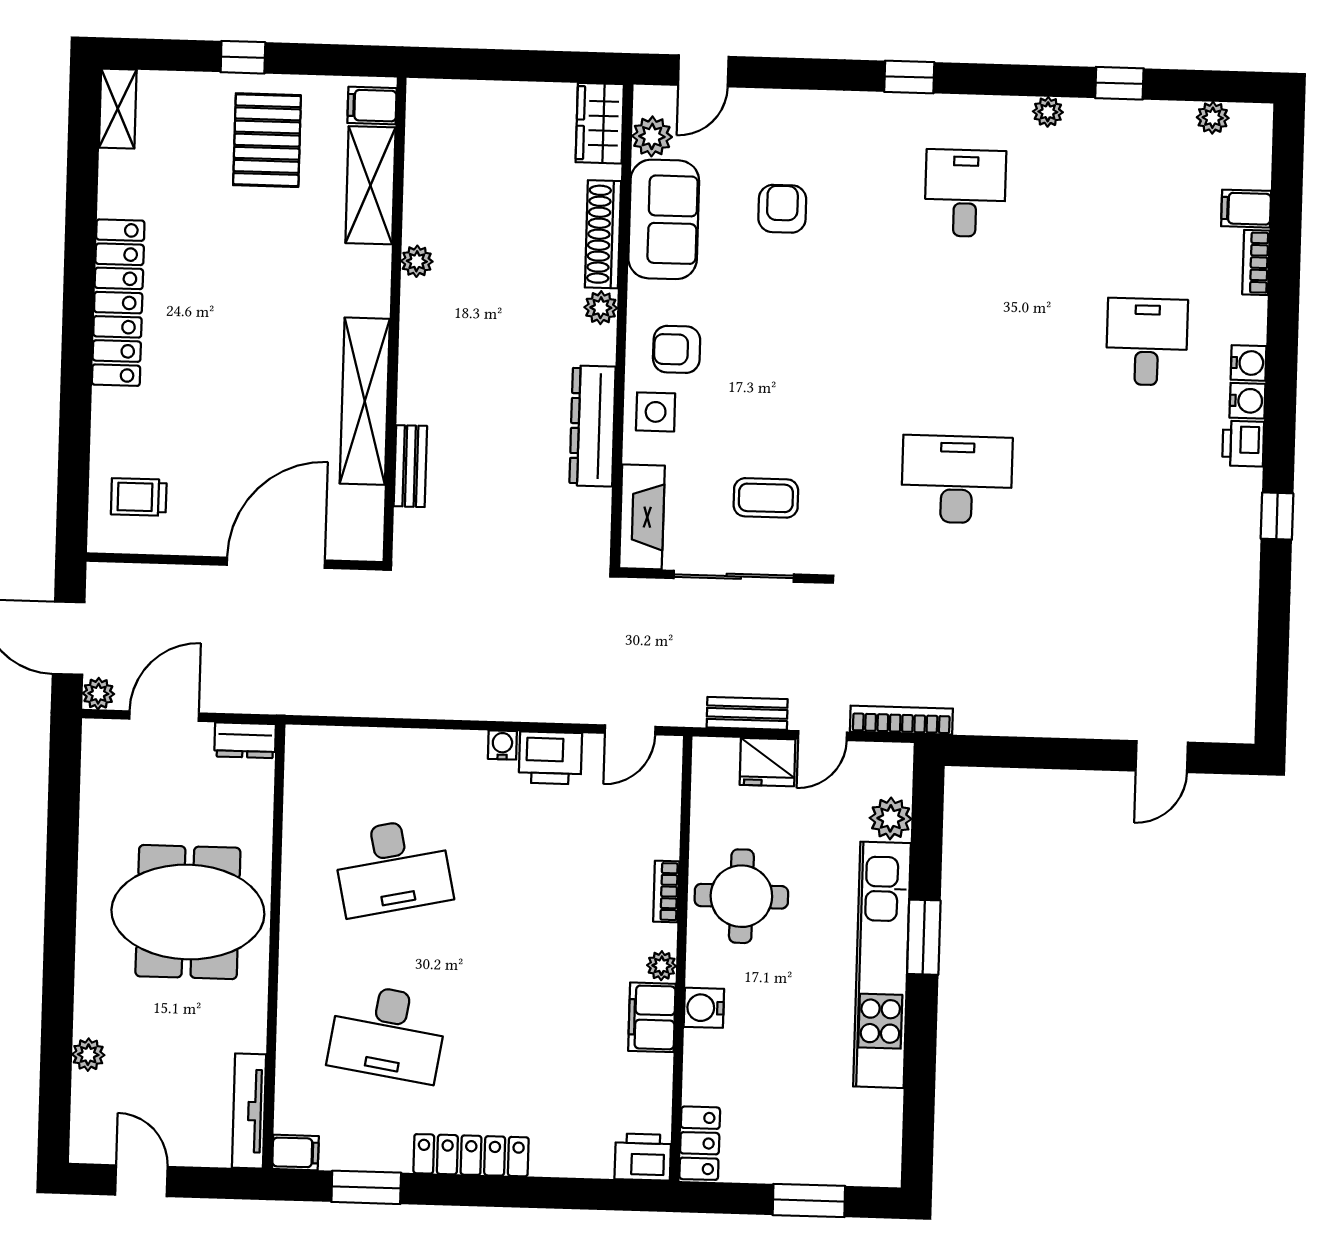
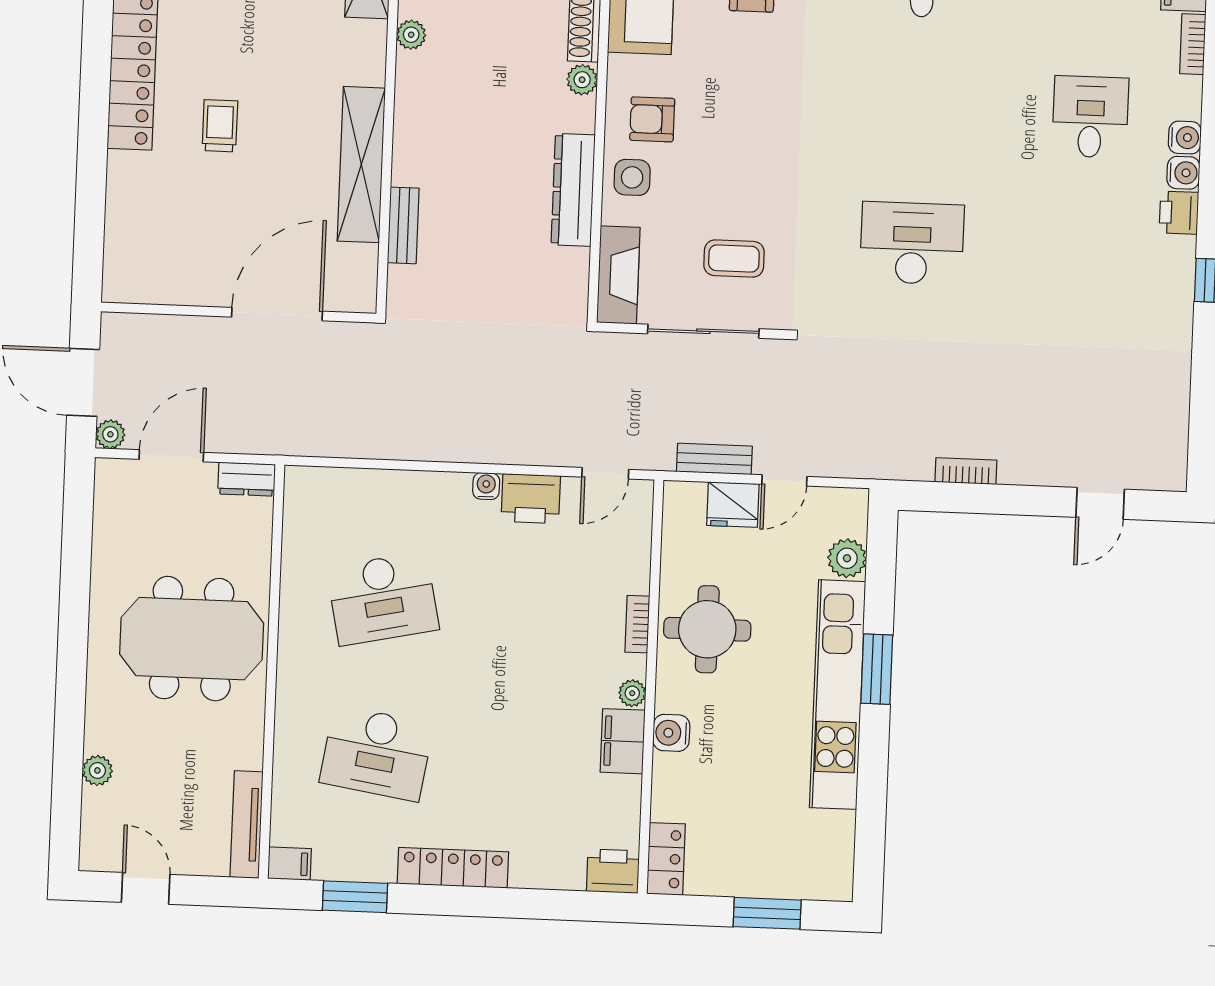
trolley: (139, 497) -> (220, 126), moved, turned 90
bookcase: (901, 720) -> (966, 471), moved, width x0.64

